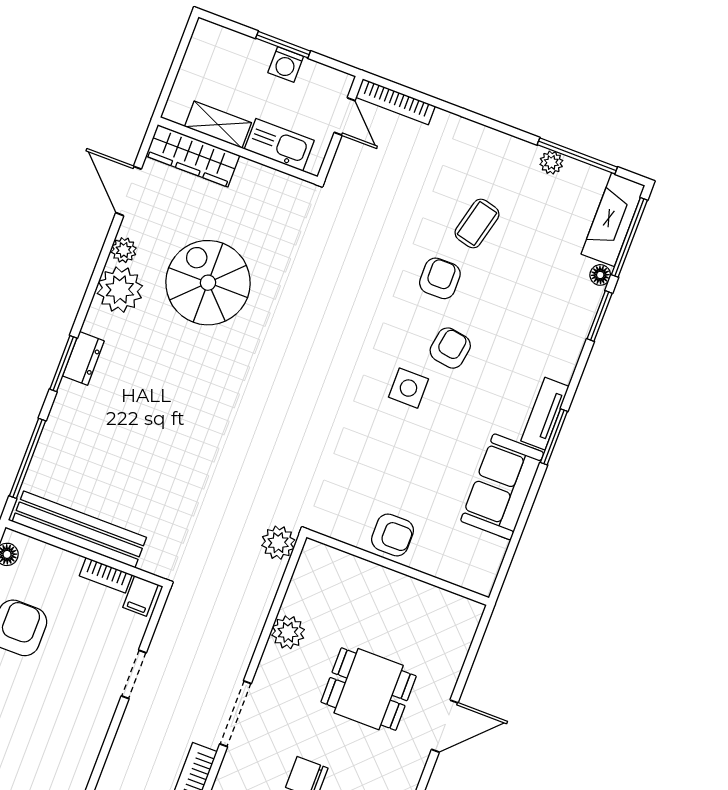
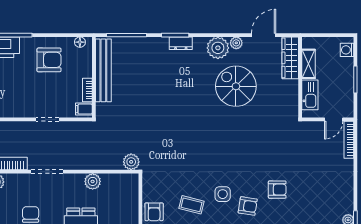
washing machine: (286, 64) -> (347, 50), moved
coffee table: (477, 224) -> (191, 205), moved
spiral stairs: (208, 283) -> (236, 86), turned -90

